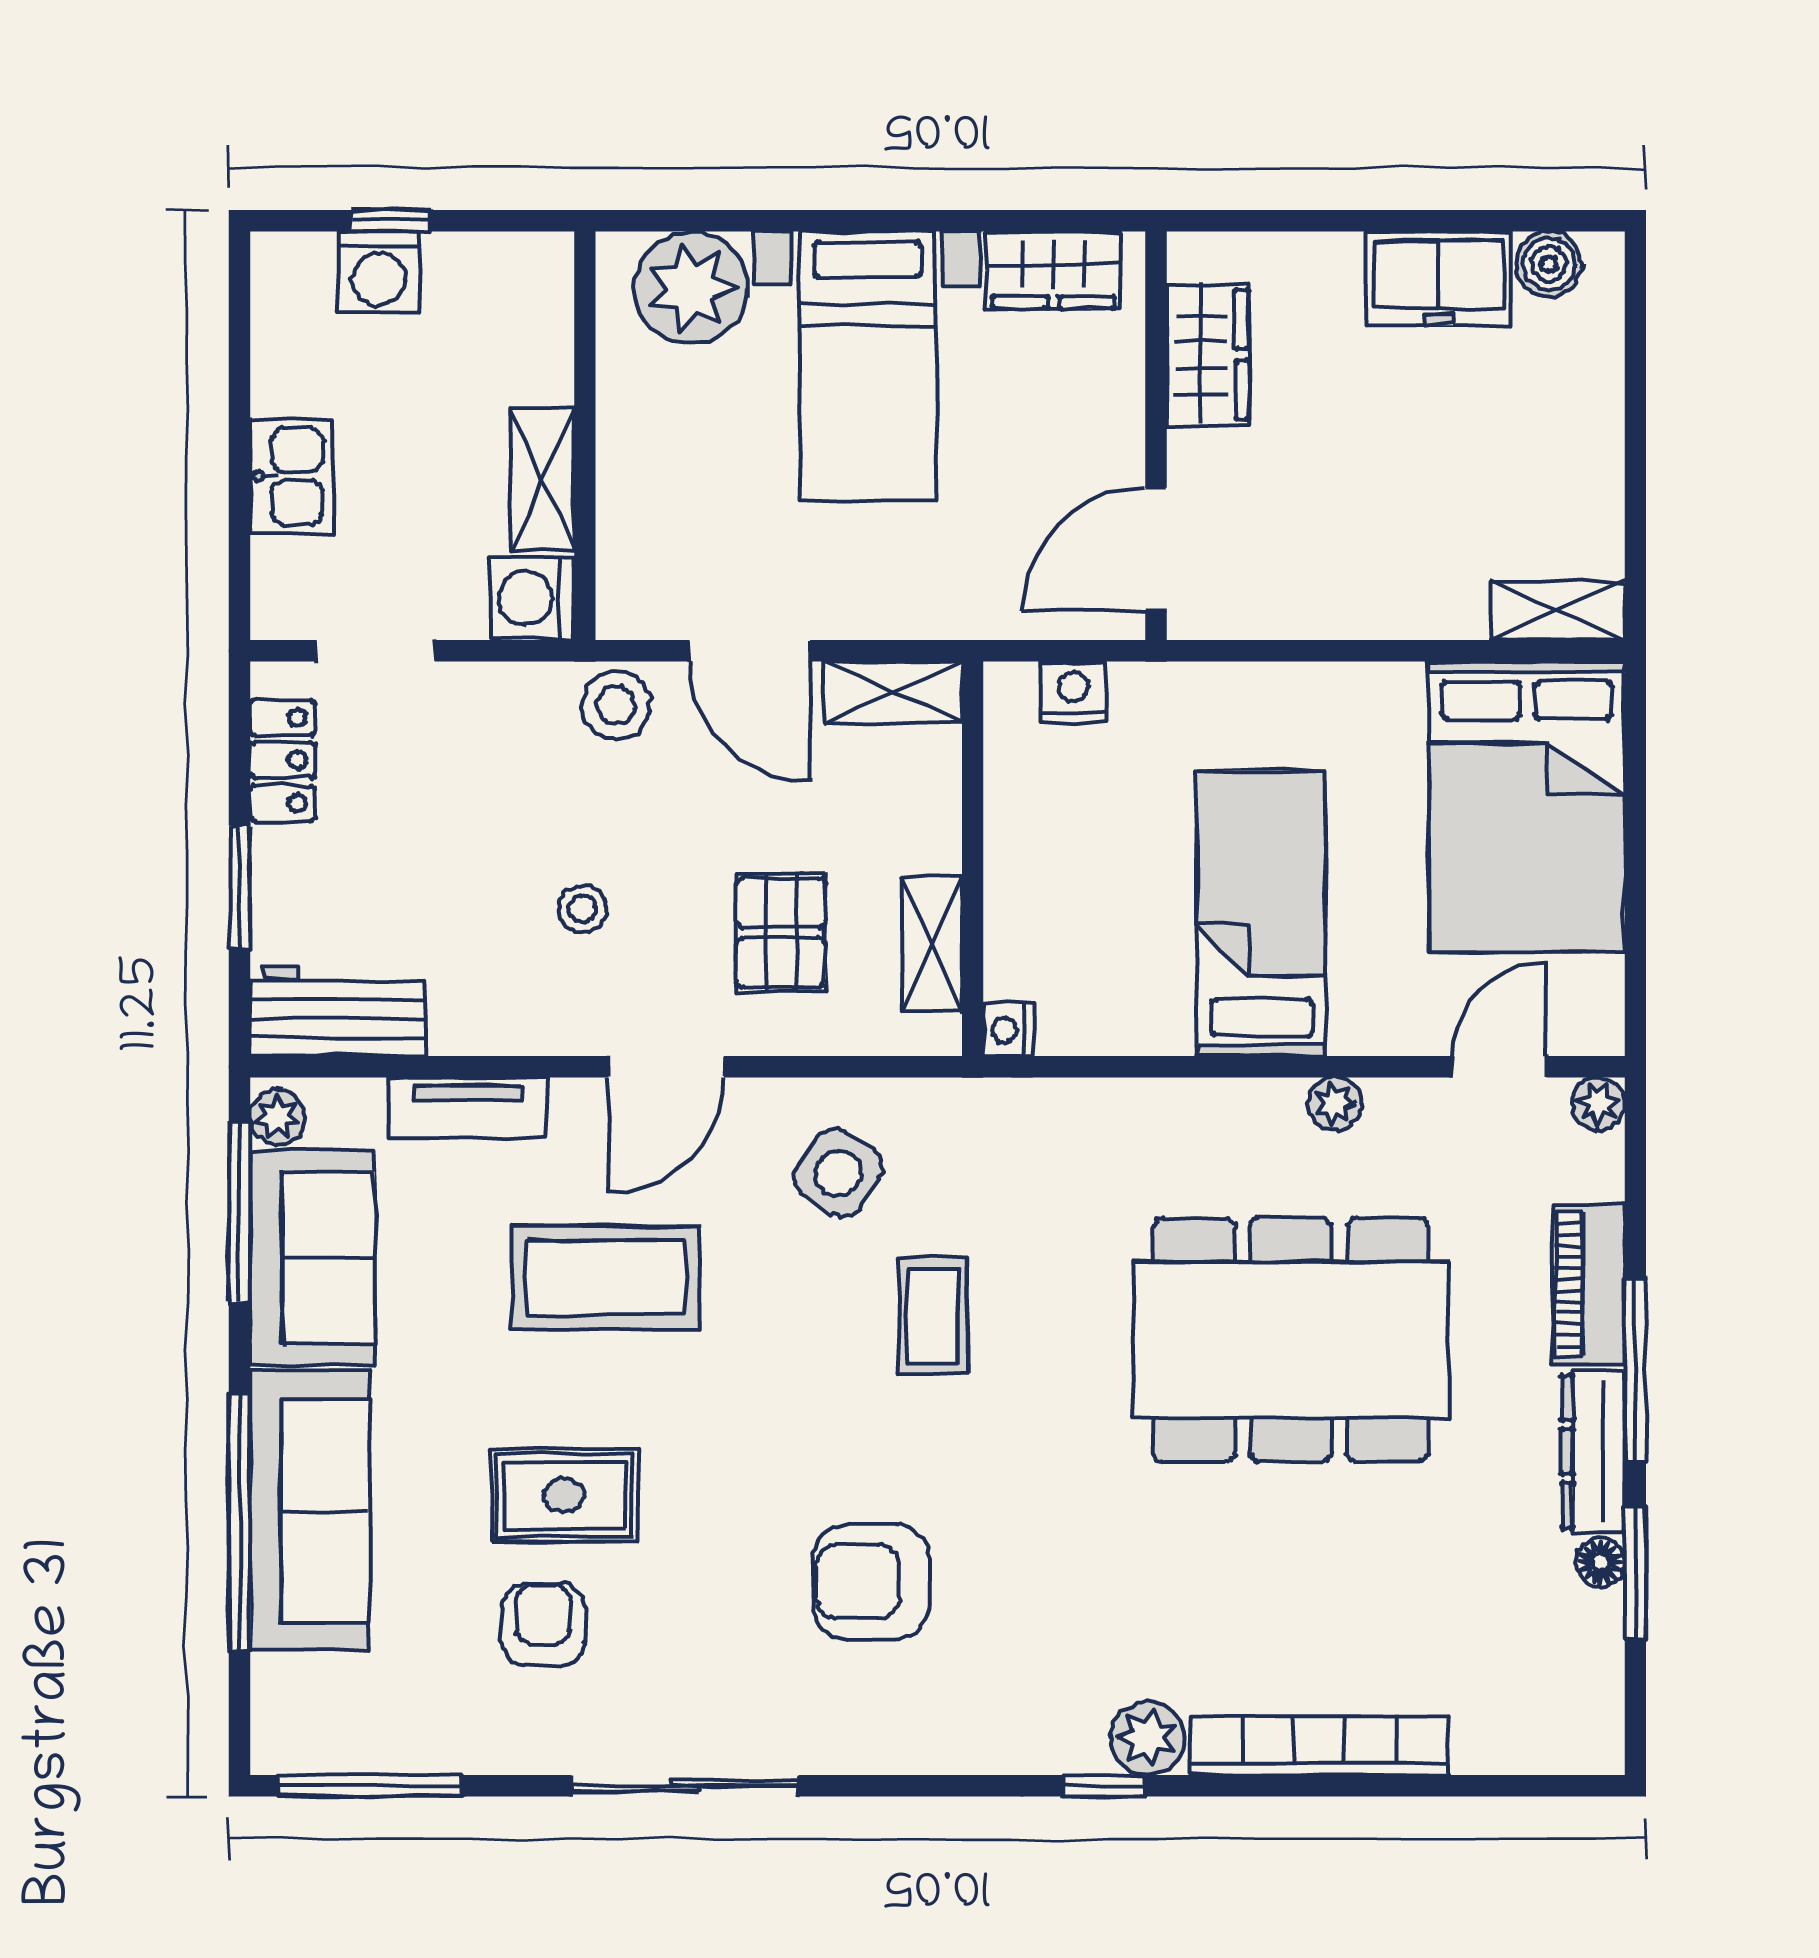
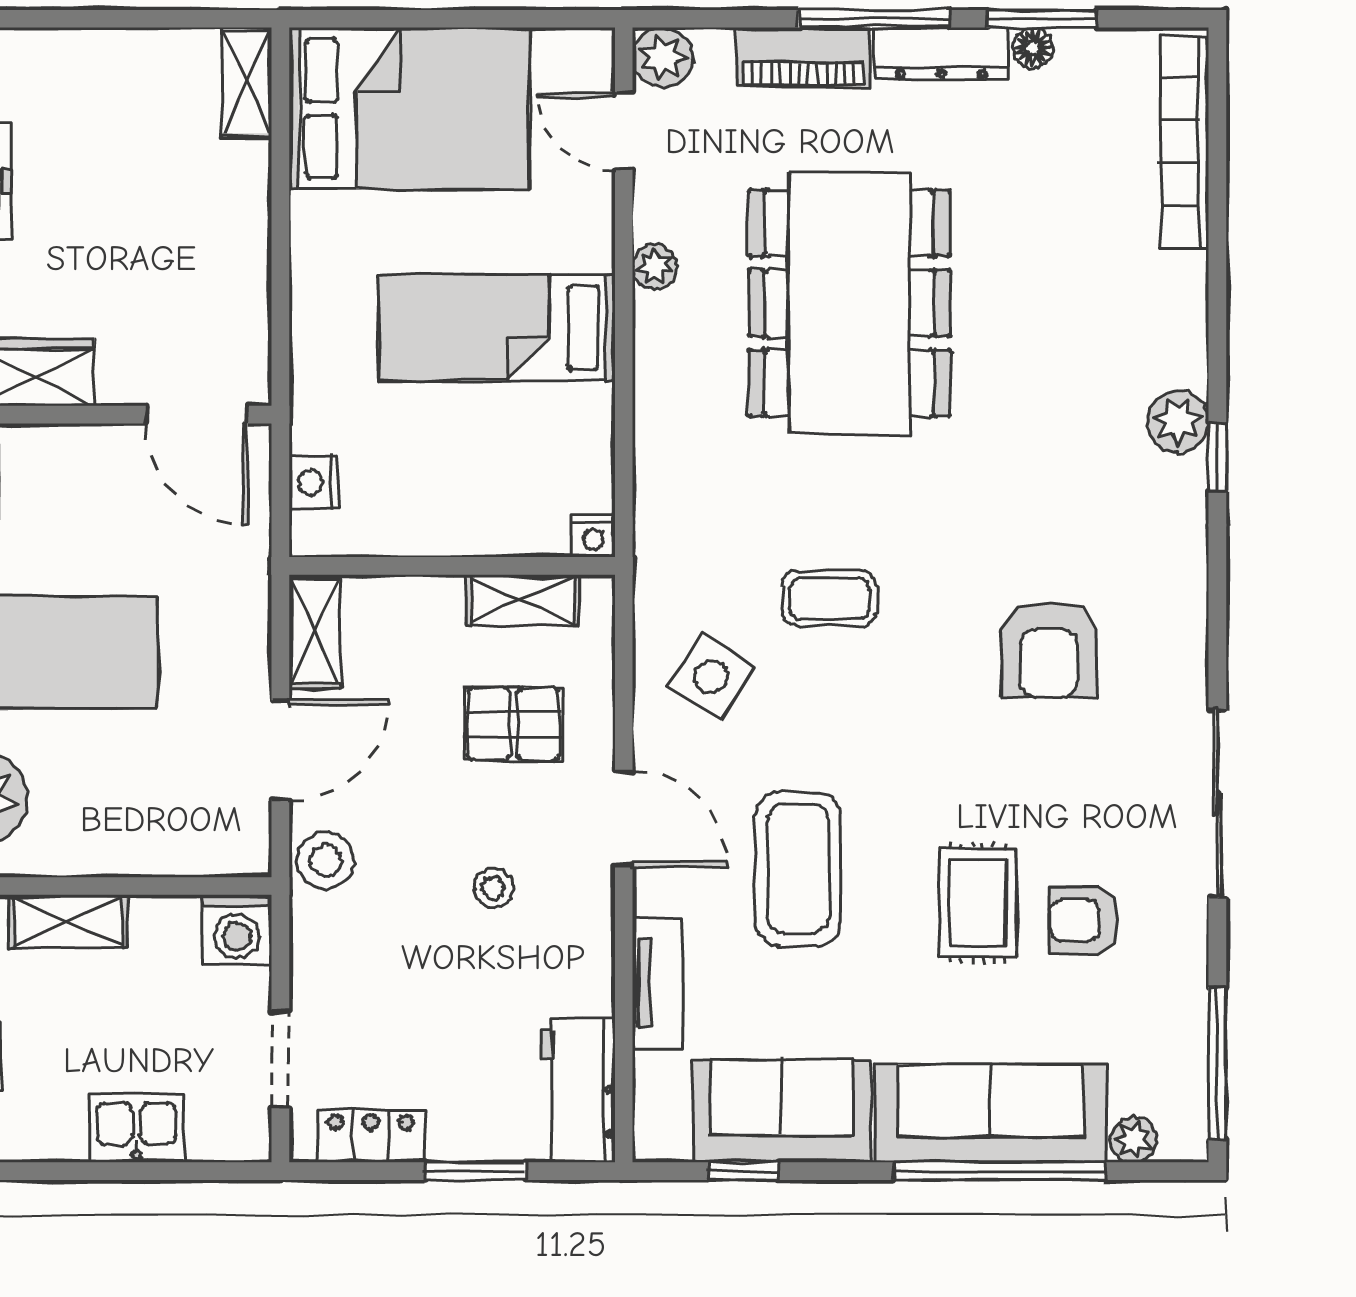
shelving: (542, 479) -> (68, 921), moved
plant: (1598, 1104) -> (663, 58), width x1.38, depth x1.38
plant: (278, 1117) -> (1134, 1140), moved
window: (239, 1212) -> (743, 1171), width x0.46
bookcase: (1319, 1746) -> (1185, 141), moved

